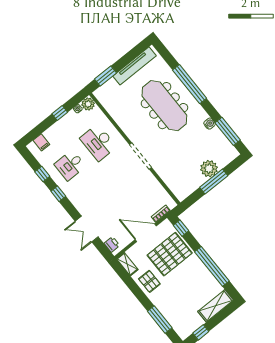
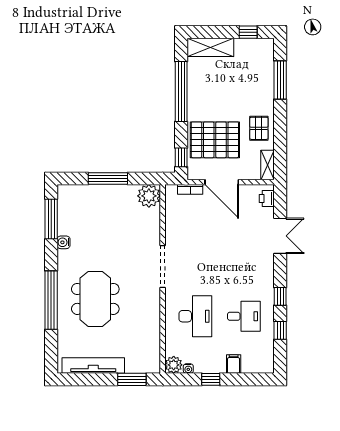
meeting table: (164, 106) -> (95, 299), width x0.73
filing cabinet: (41, 142) -> (234, 364), moved
plant: (209, 169) -> (149, 196), moved

